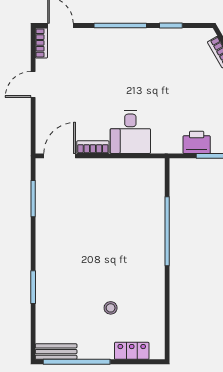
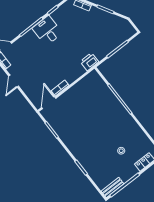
desk: (130, 132) -> (47, 31), moved, turned 180
printer: (197, 142) -> (89, 62), moved

